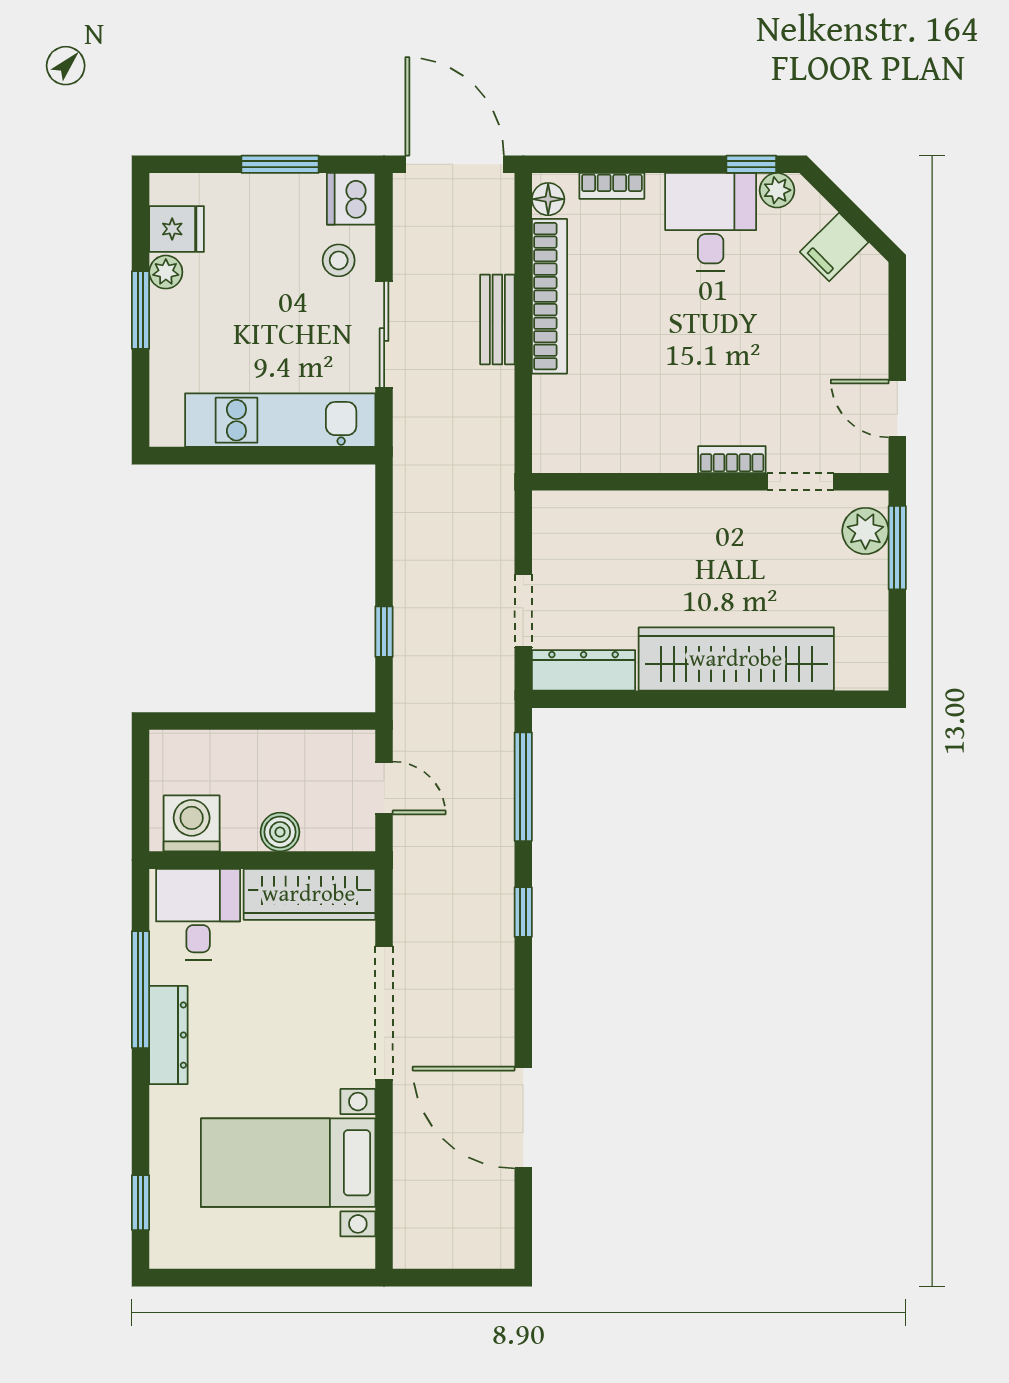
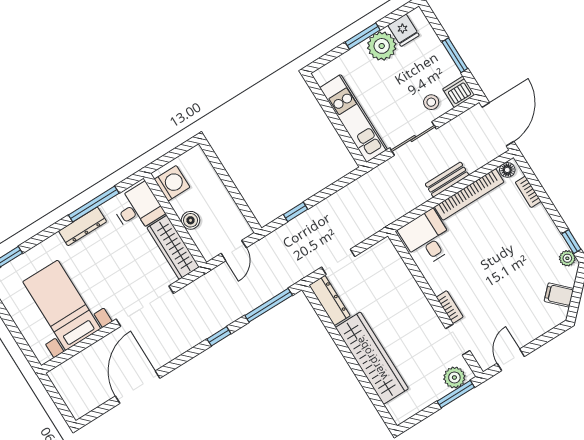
desk: (711, 222) -> (427, 238), moved, turned -90
plant: (166, 272) -> (382, 46), width x1.88, depth x1.88

